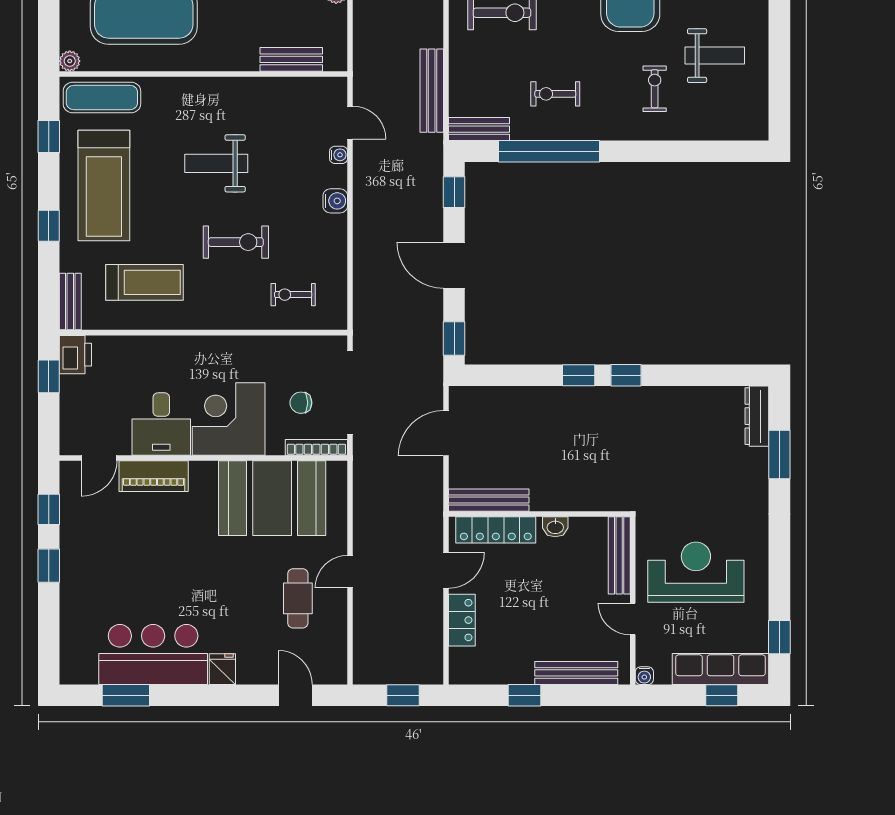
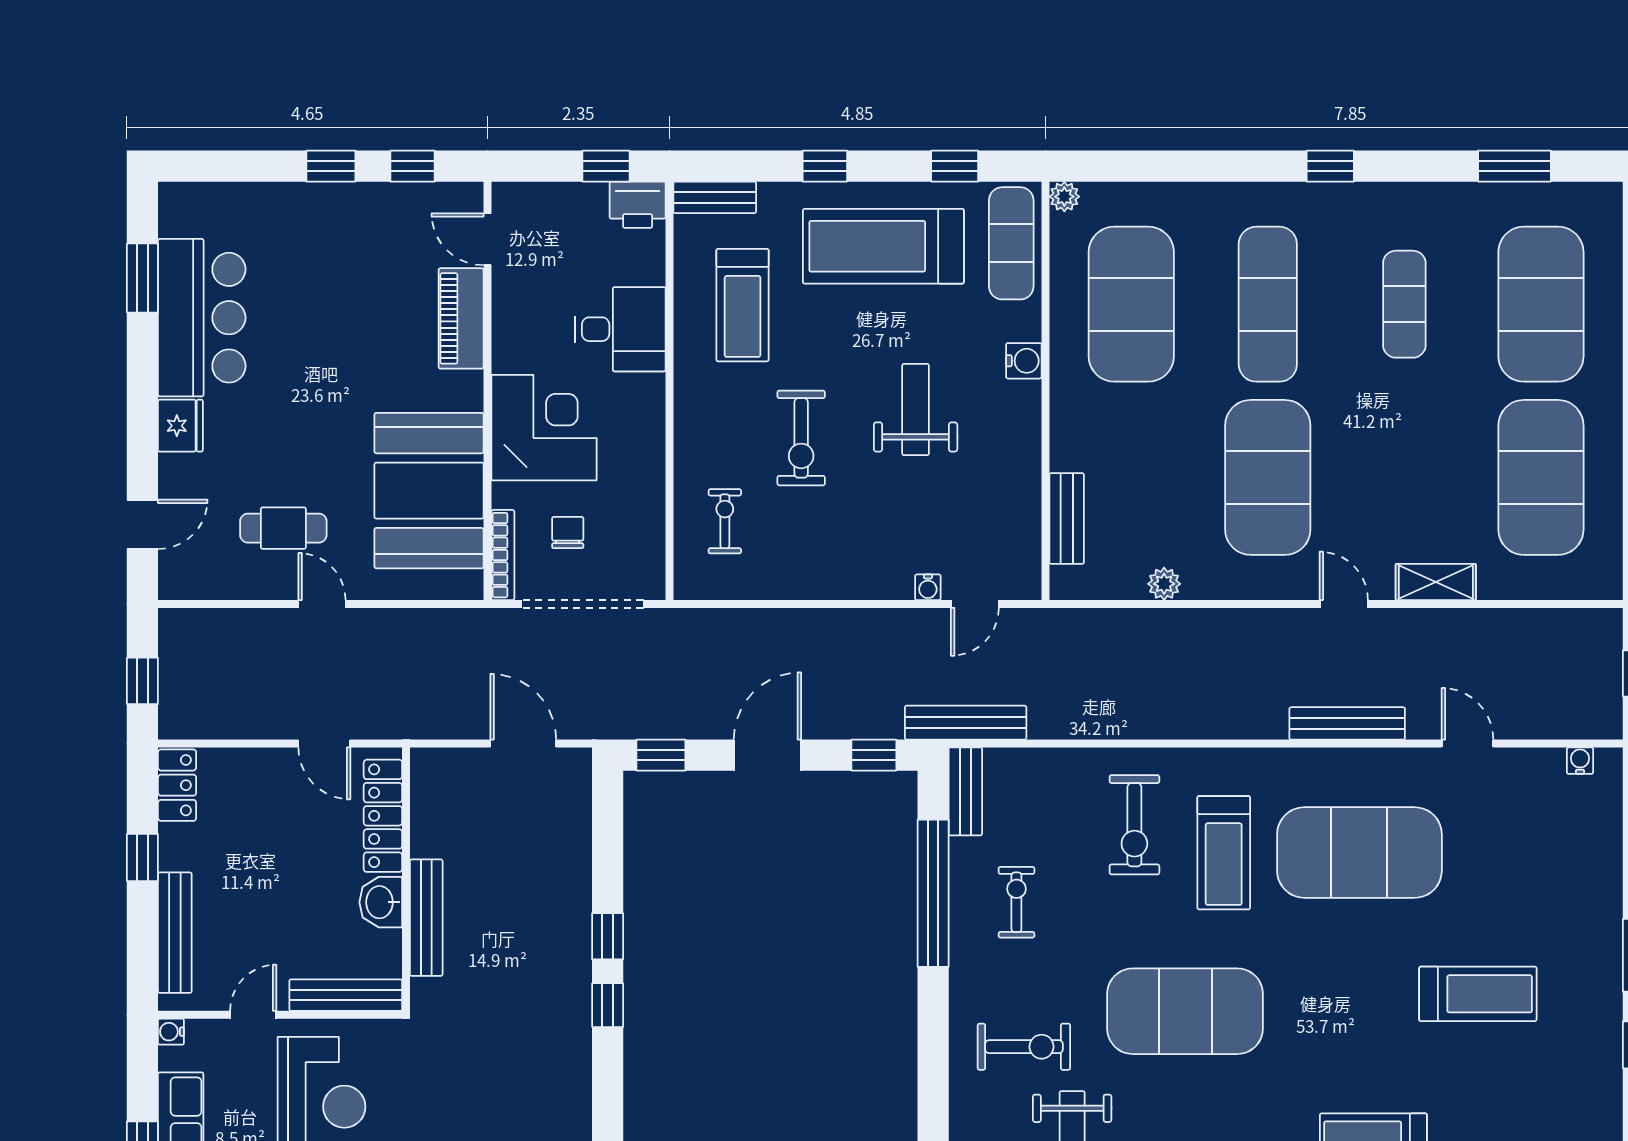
exercise bike: (655, 89) -> (1024, 1047), width x1.38, depth x1.39
bench: (432, 91) -> (966, 723), moved
water cooler: (335, 201) -> (1024, 361), moved, turned -90
desk: (161, 424) -> (620, 329), moved, turned 180
bench: (489, 500) -> (426, 918), moved
washbasin: (555, 527) -> (381, 902), width x1.38, depth x1.45
locker: (462, 620) -> (177, 785), moved, turned -90
fridge: (222, 669) -> (180, 426), width x1.38

